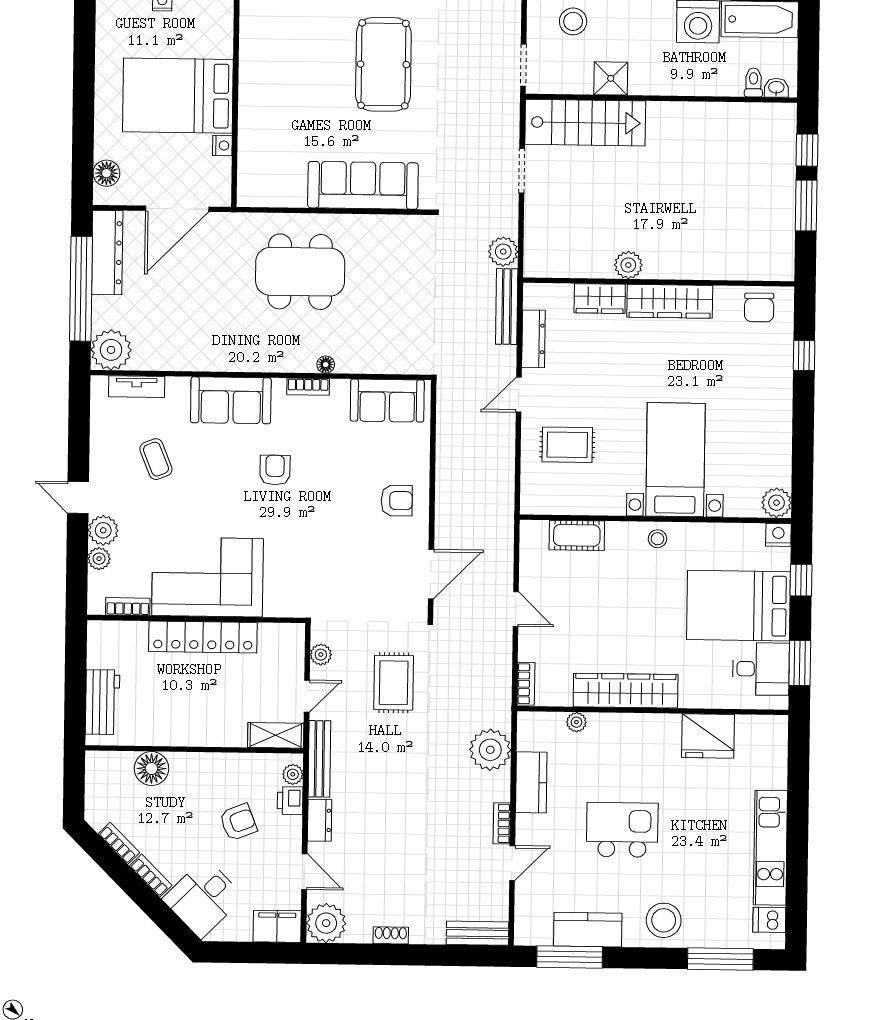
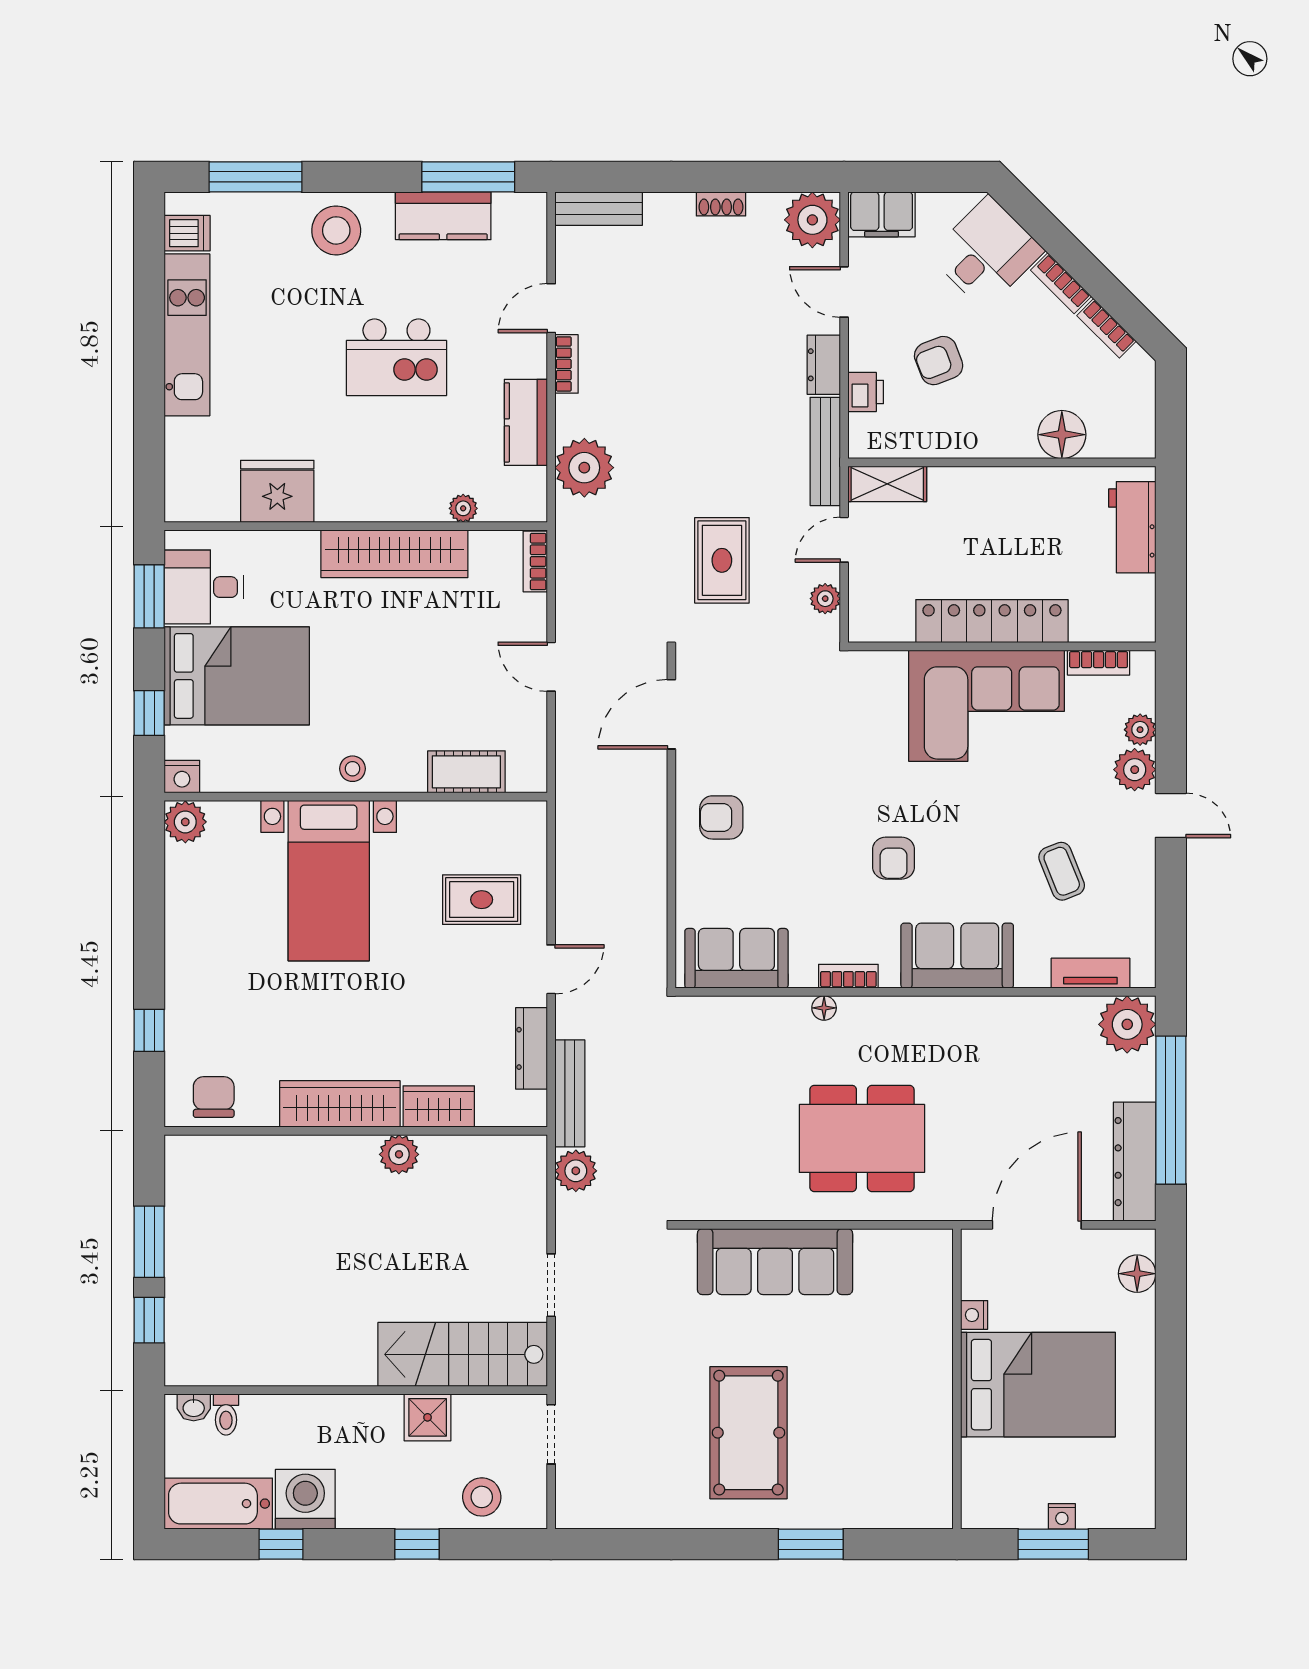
plant: (293, 774) -> (862, 429), removed

